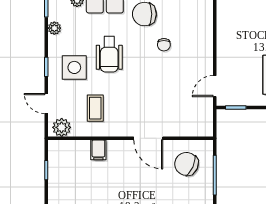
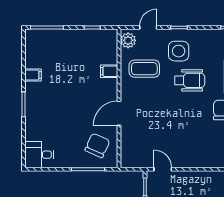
plant: (54, 28) -> (212, 34), removed
chair: (164, 45) -> (198, 126), removed
wheelchair: (109, 54) -> (190, 80), turned 180
coffee table: (95, 108) -> (144, 69), width x1.36, depth x1.30

